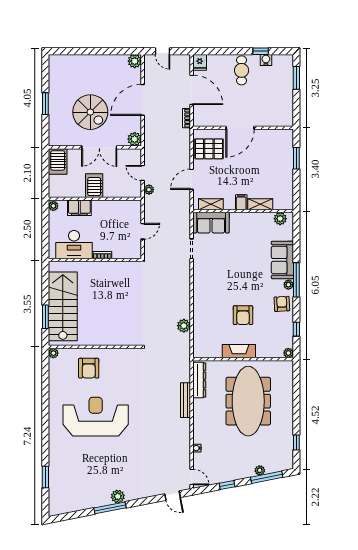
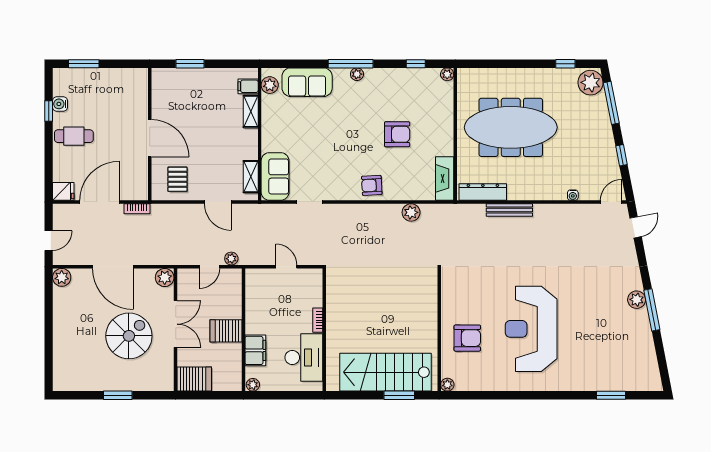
pallet: (209, 149) -> (177, 179), width x0.67, depth x0.71
filing cabinet: (241, 202) -> (248, 86), moved
sofa: (282, 260) -> (307, 82), moved
armchair: (282, 304) -> (372, 185), moved
fireplace: (239, 351) -> (445, 178), moved
plant: (260, 470) -> (591, 83), moved, width x1.88, depth x1.88

